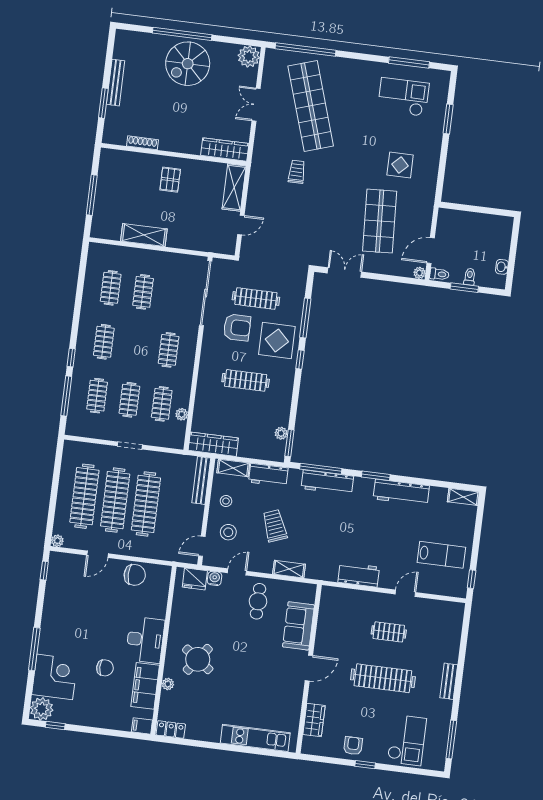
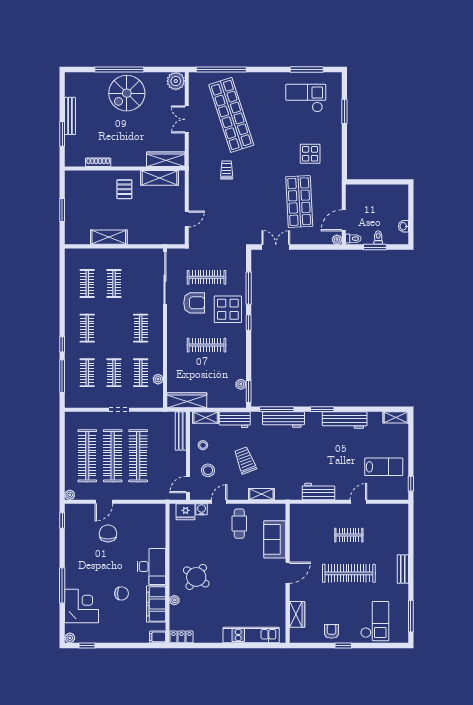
shelving: (234, 188) -> (159, 178), moved, turned 90
window: (92, 195) -> (62, 210), width x0.69
chair: (135, 575) -> (108, 533), moved, turned -90
plant: (42, 709) -> (70, 638), width x0.53, depth x0.53

